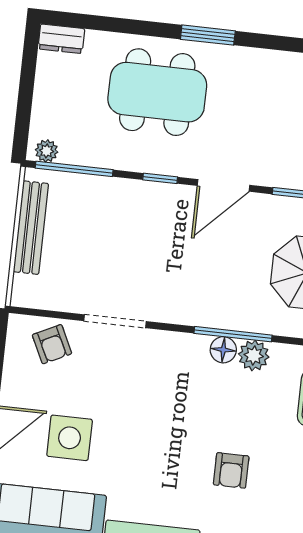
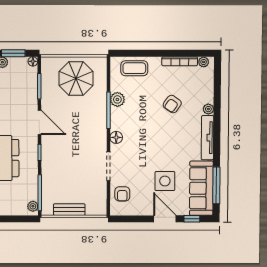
bench: (31, 228) -> (69, 210), width x0.73
armchair: (52, 344) -> (122, 194), turned 116
floor lamp: (223, 350) -> (116, 137), moved
armchair: (231, 470) -> (172, 104), turned 125

